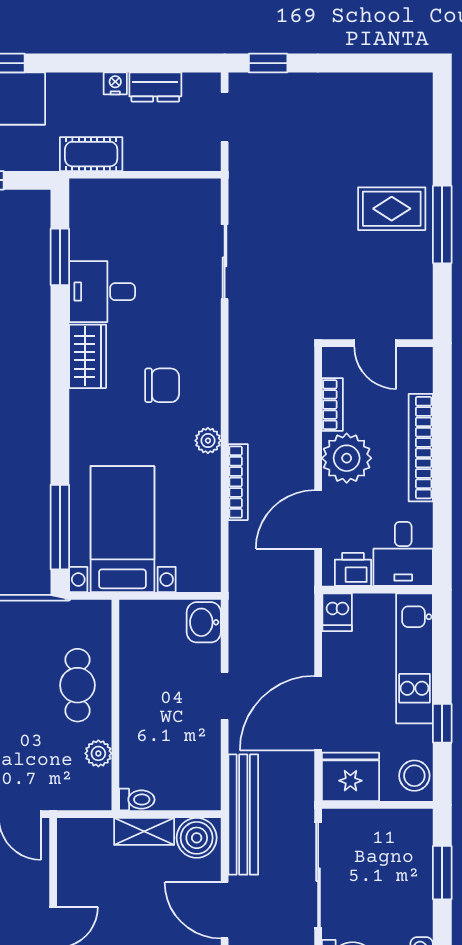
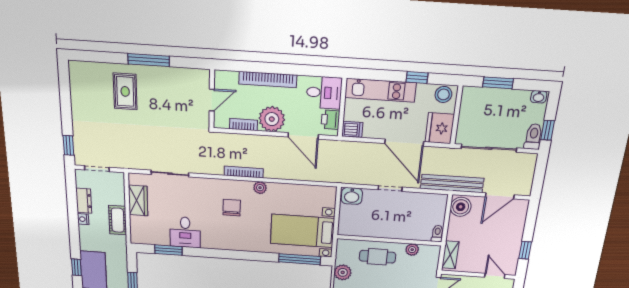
cot: (91, 154) -> (118, 220), moved
rug: (392, 209) -> (125, 91), moved
wardrobe: (88, 356) -> (138, 201), moved, turned 90
bookcase: (238, 482) -> (244, 172), moved
plant: (37, 617) -> (343, 272), added
shelving: (144, 831) -> (450, 255), moved

